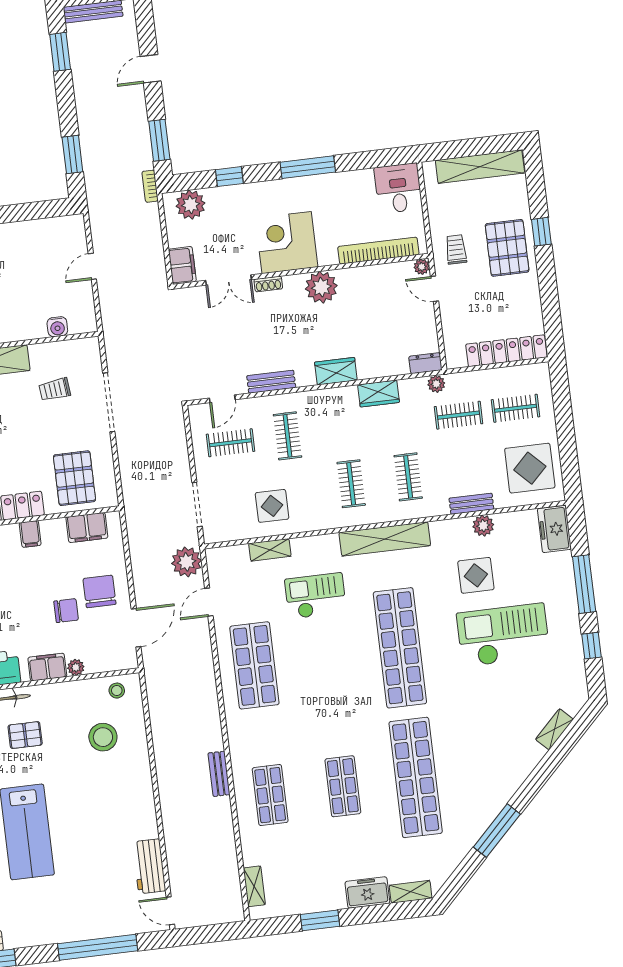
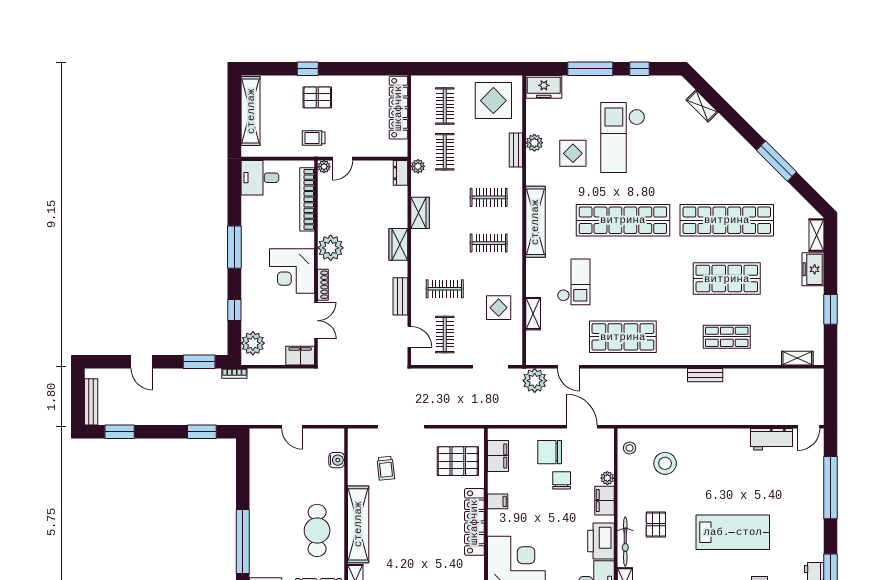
pallet: (507, 248) -> (317, 97), width x0.67, depth x0.71
shoe rack: (268, 284) -> (323, 285), width x1.43
checkout: (316, 596) -> (574, 282), turned 180
shop shelf: (343, 786) -> (727, 279), width x1.43, depth x1.36

